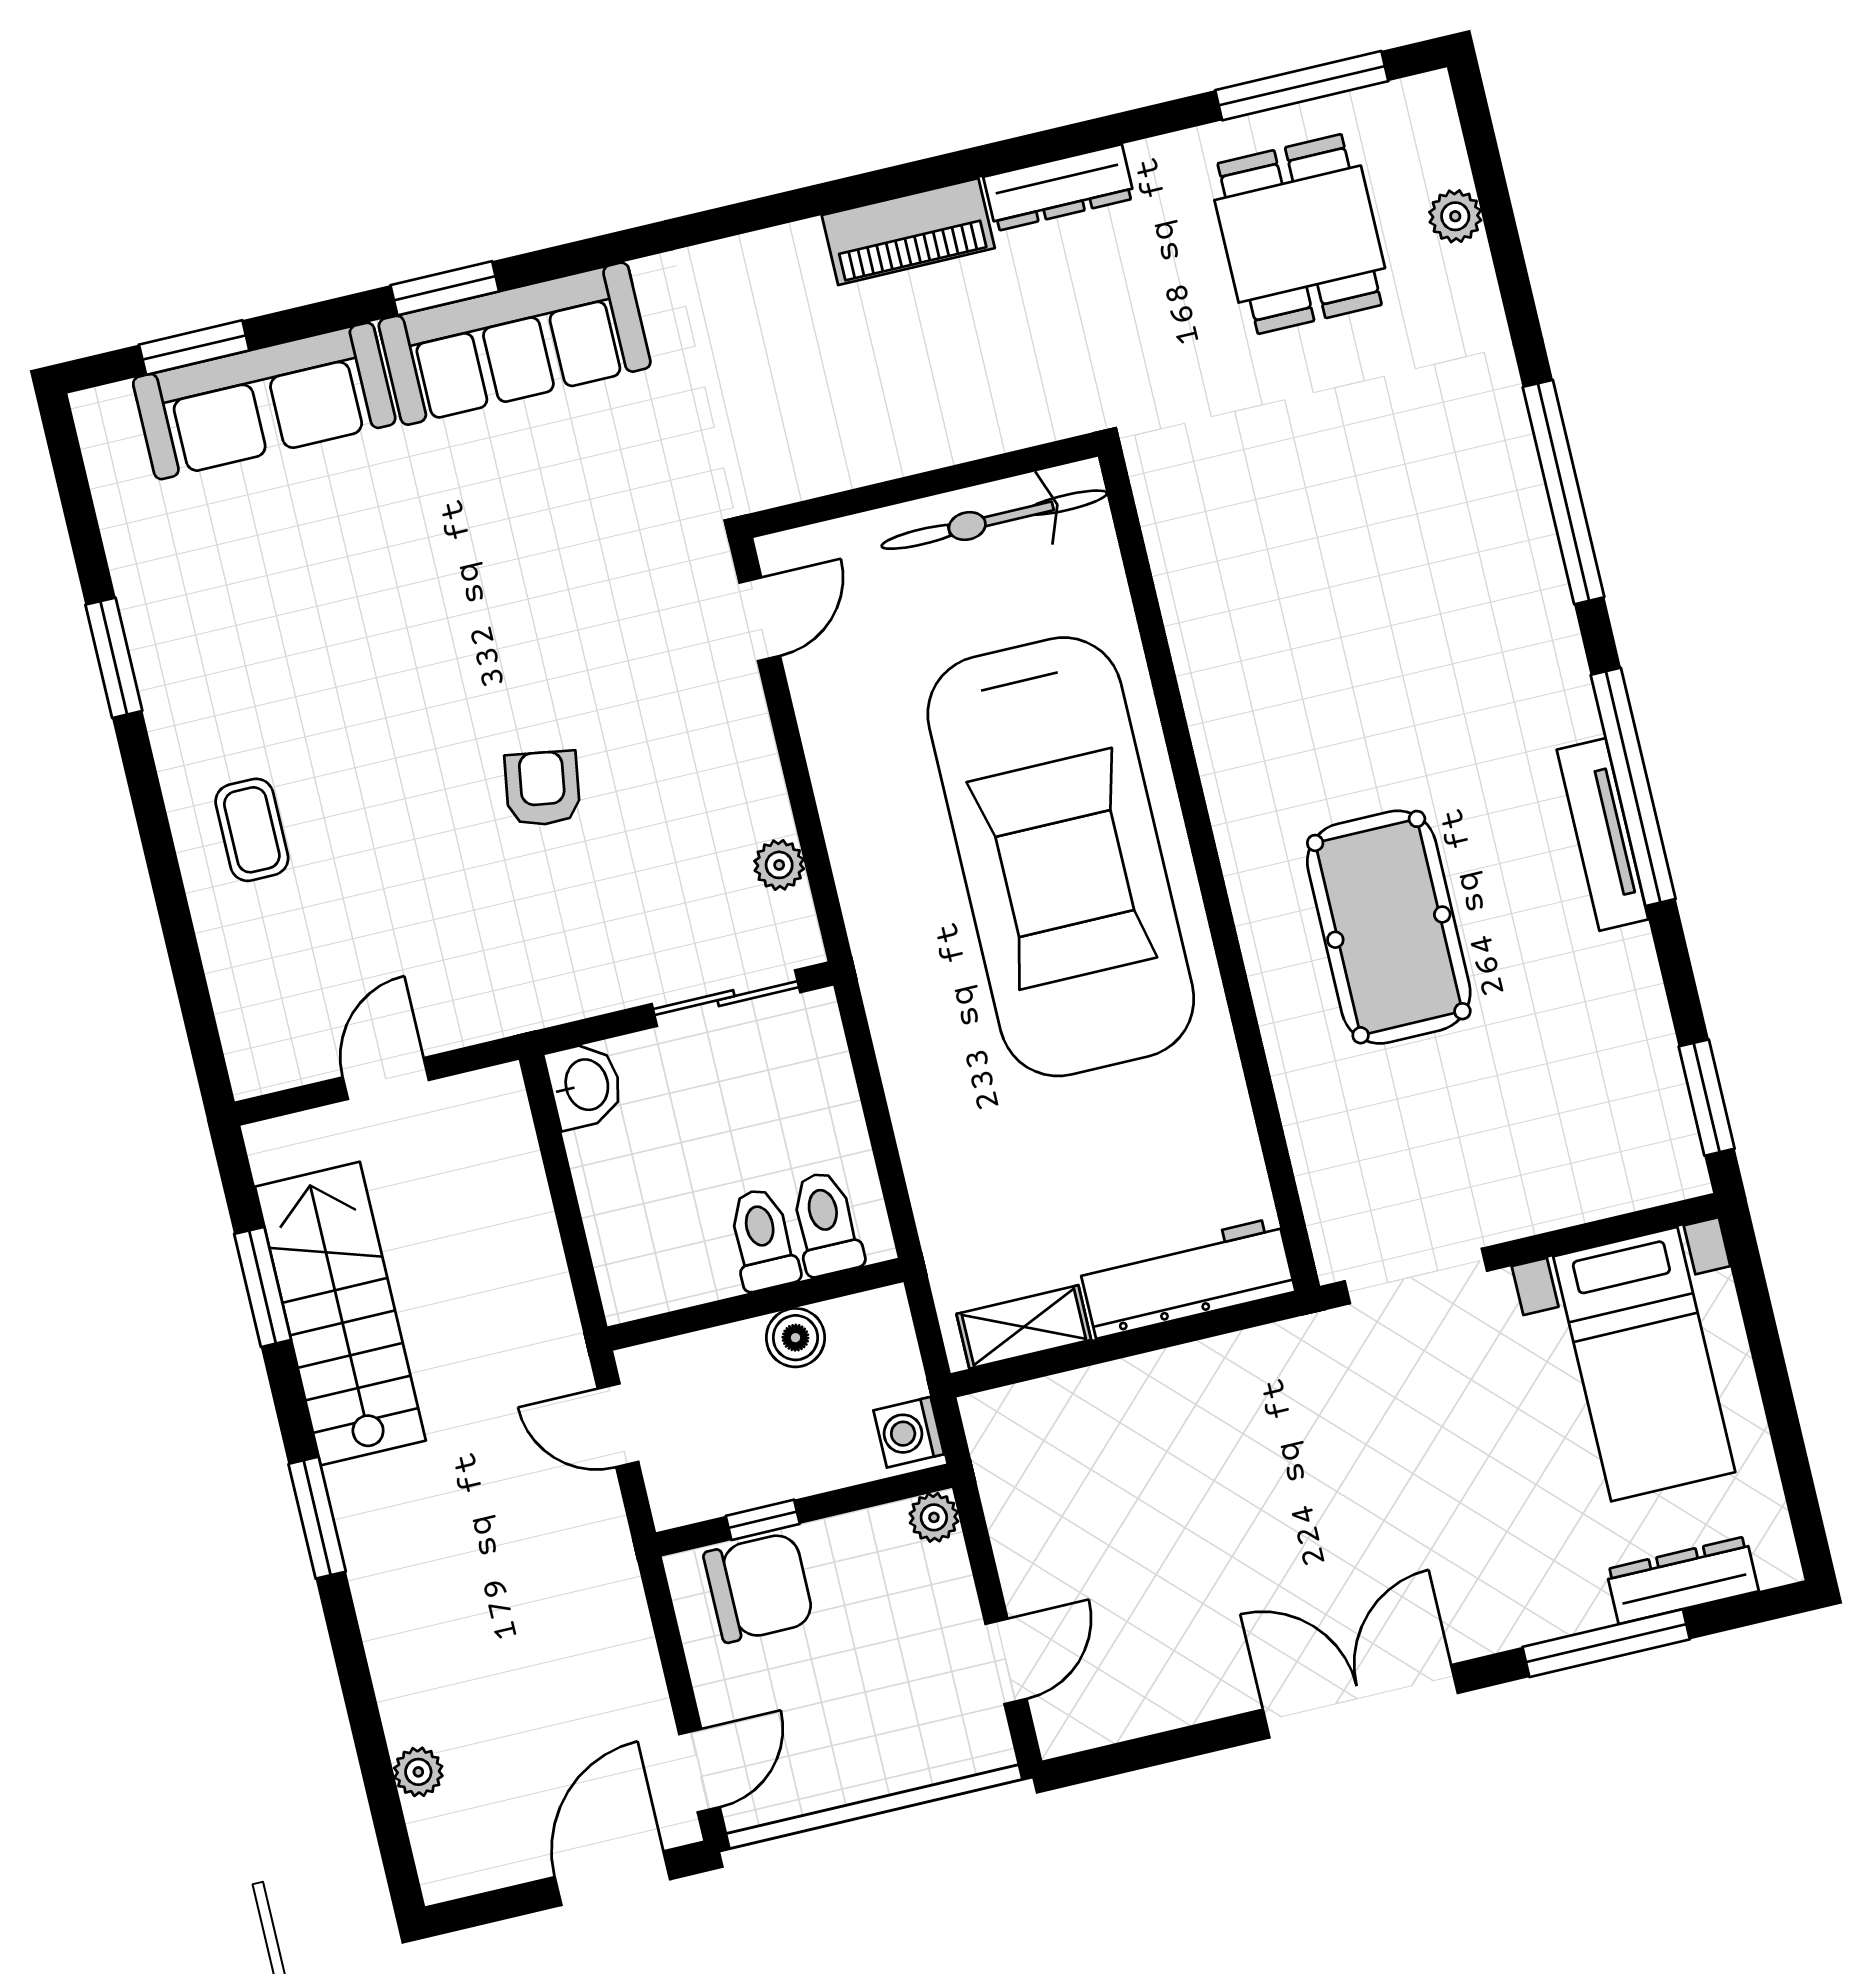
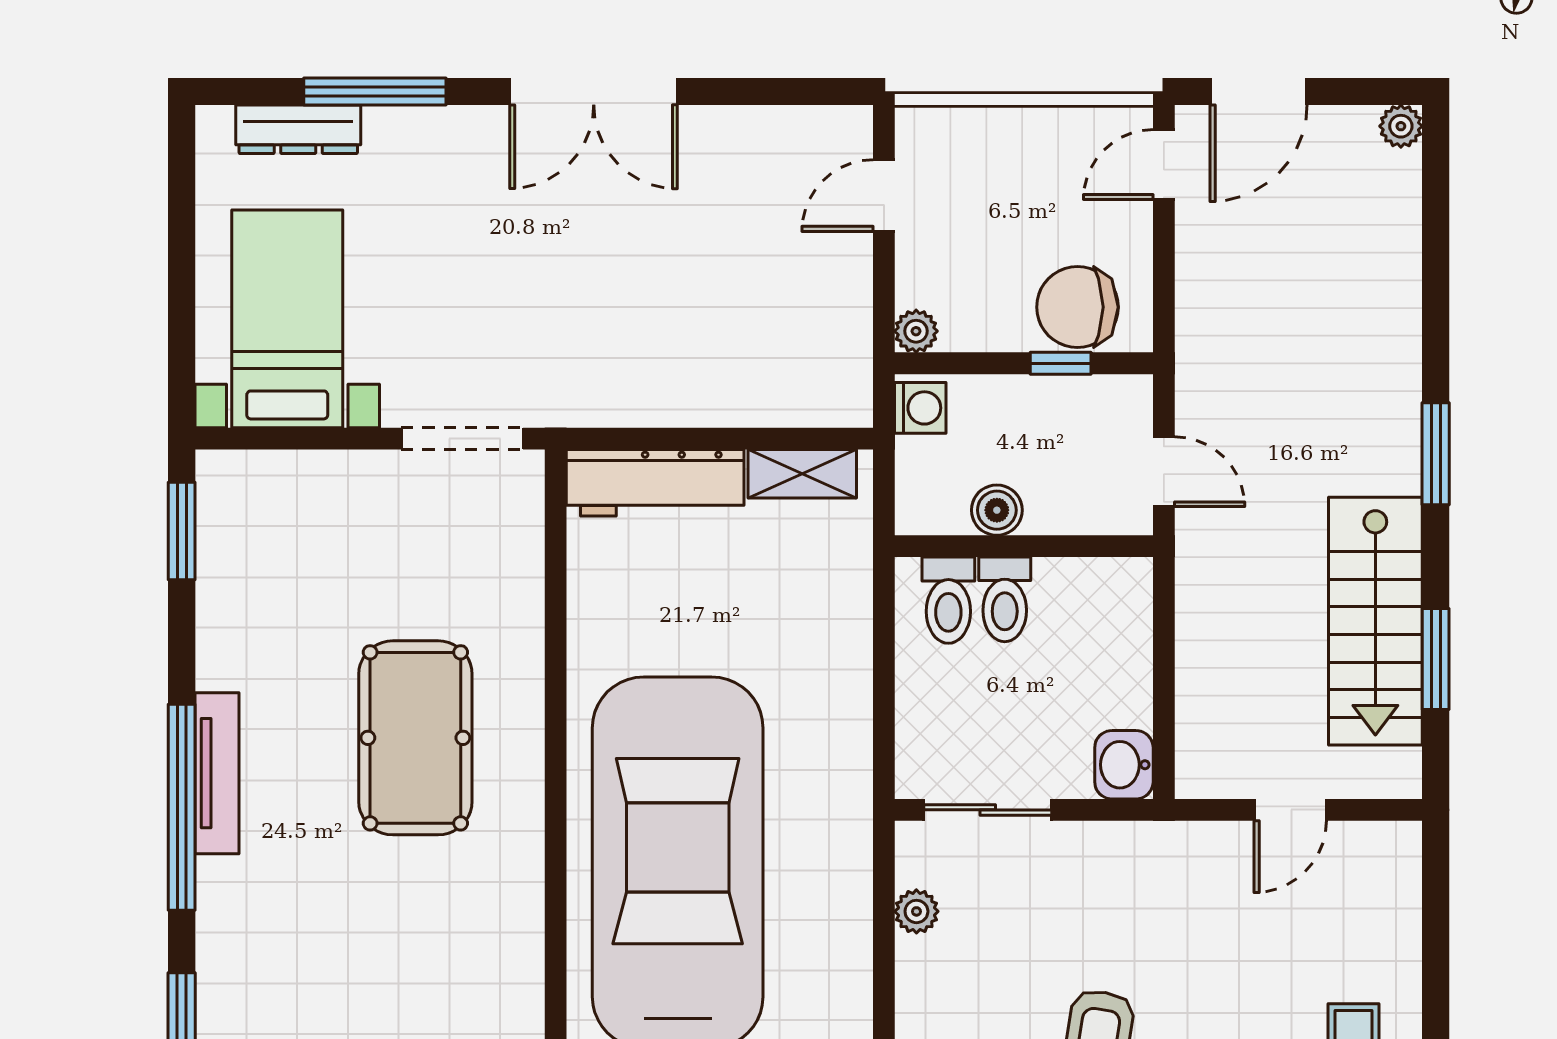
plant: (418, 1772) -> (1401, 126), moved

